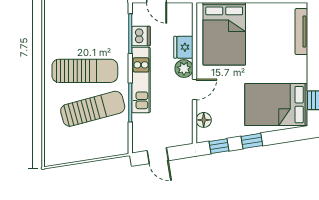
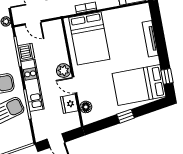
tv unit: (301, 32) -> (150, 39), moved
fridge: (183, 47) -> (69, 104), moved
door: (195, 89) -> (75, 85), swing flipped
window: (219, 146) -> (101, 125), removed

